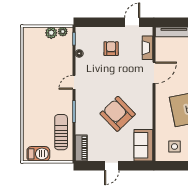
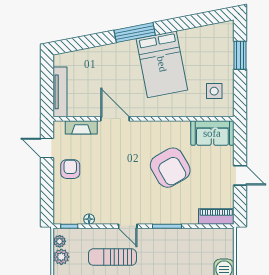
armchair: (111, 49) -> (70, 169), moved, turned 90
armchair: (118, 114) -> (170, 168), turned -76
sun lounger: (61, 132) -> (112, 257), moved

